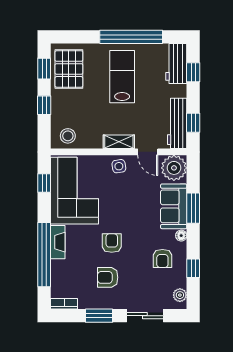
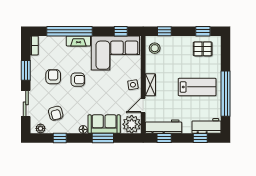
pallet: (69, 69) -> (203, 49), width x0.67, depth x0.71
window: (44, 105) -> (164, 31), moved
armchair: (162, 258) -> (56, 113), moved, turned -105

